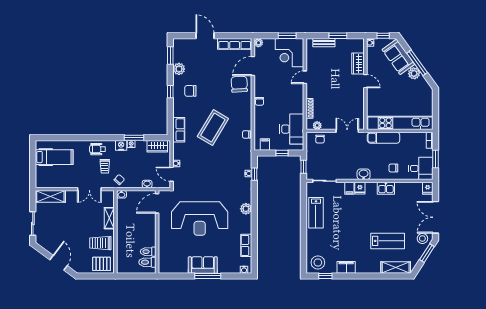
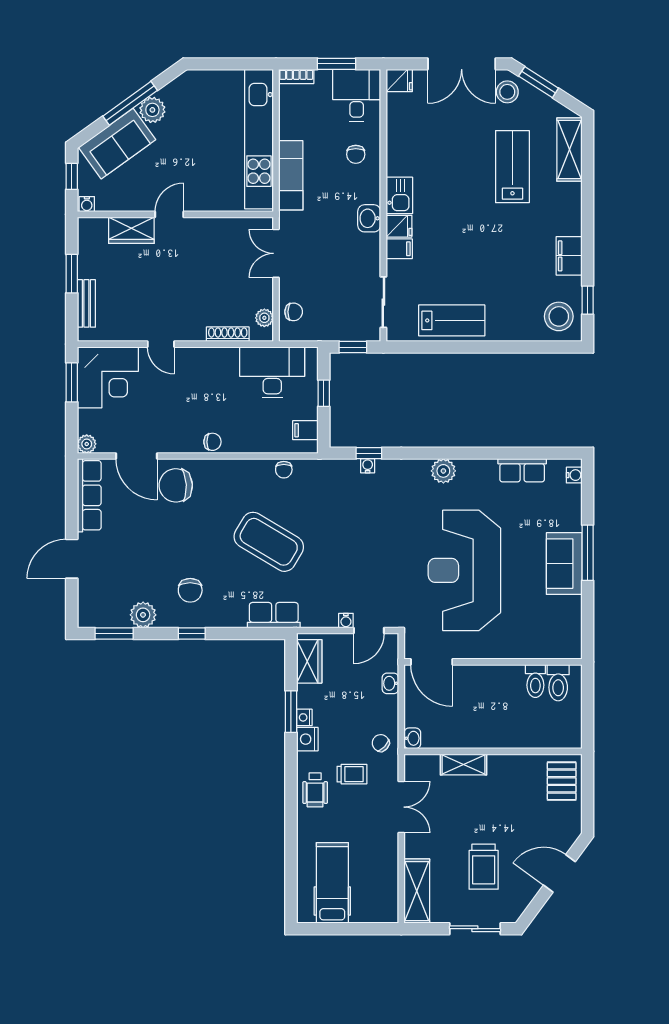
kitchen sink: (386, 188) -> (399, 195), moved
reception desk: (200, 219) -> (464, 570), turned 180
trolley: (100, 243) -> (484, 867), moved

